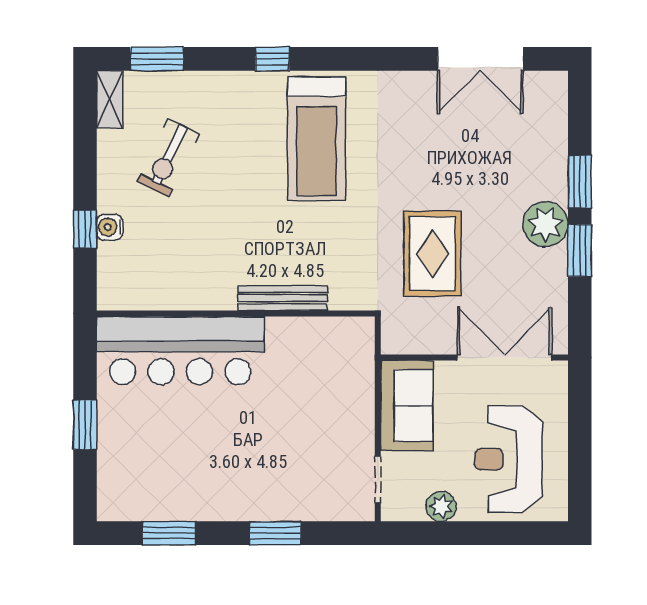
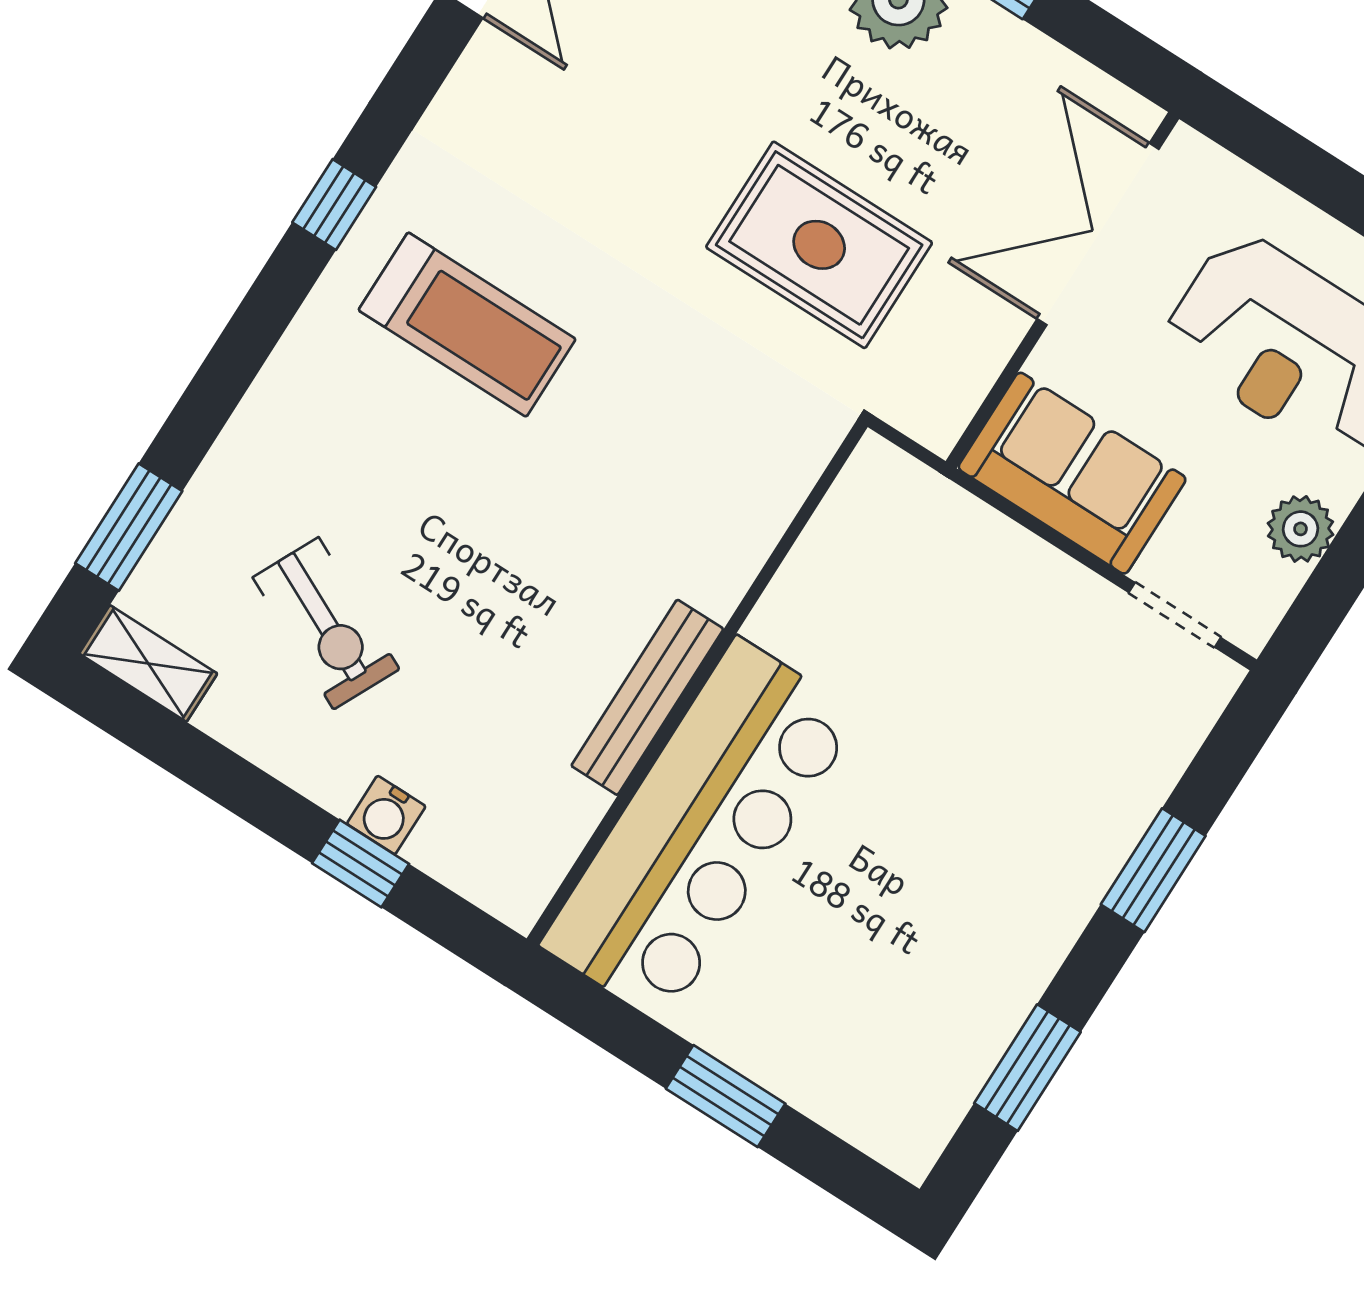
window: (272, 59) -> (334, 205), moved
treadmill: (316, 139) -> (467, 325), width x0.73, depth x0.73
bench: (283, 298) -> (647, 697), moved

